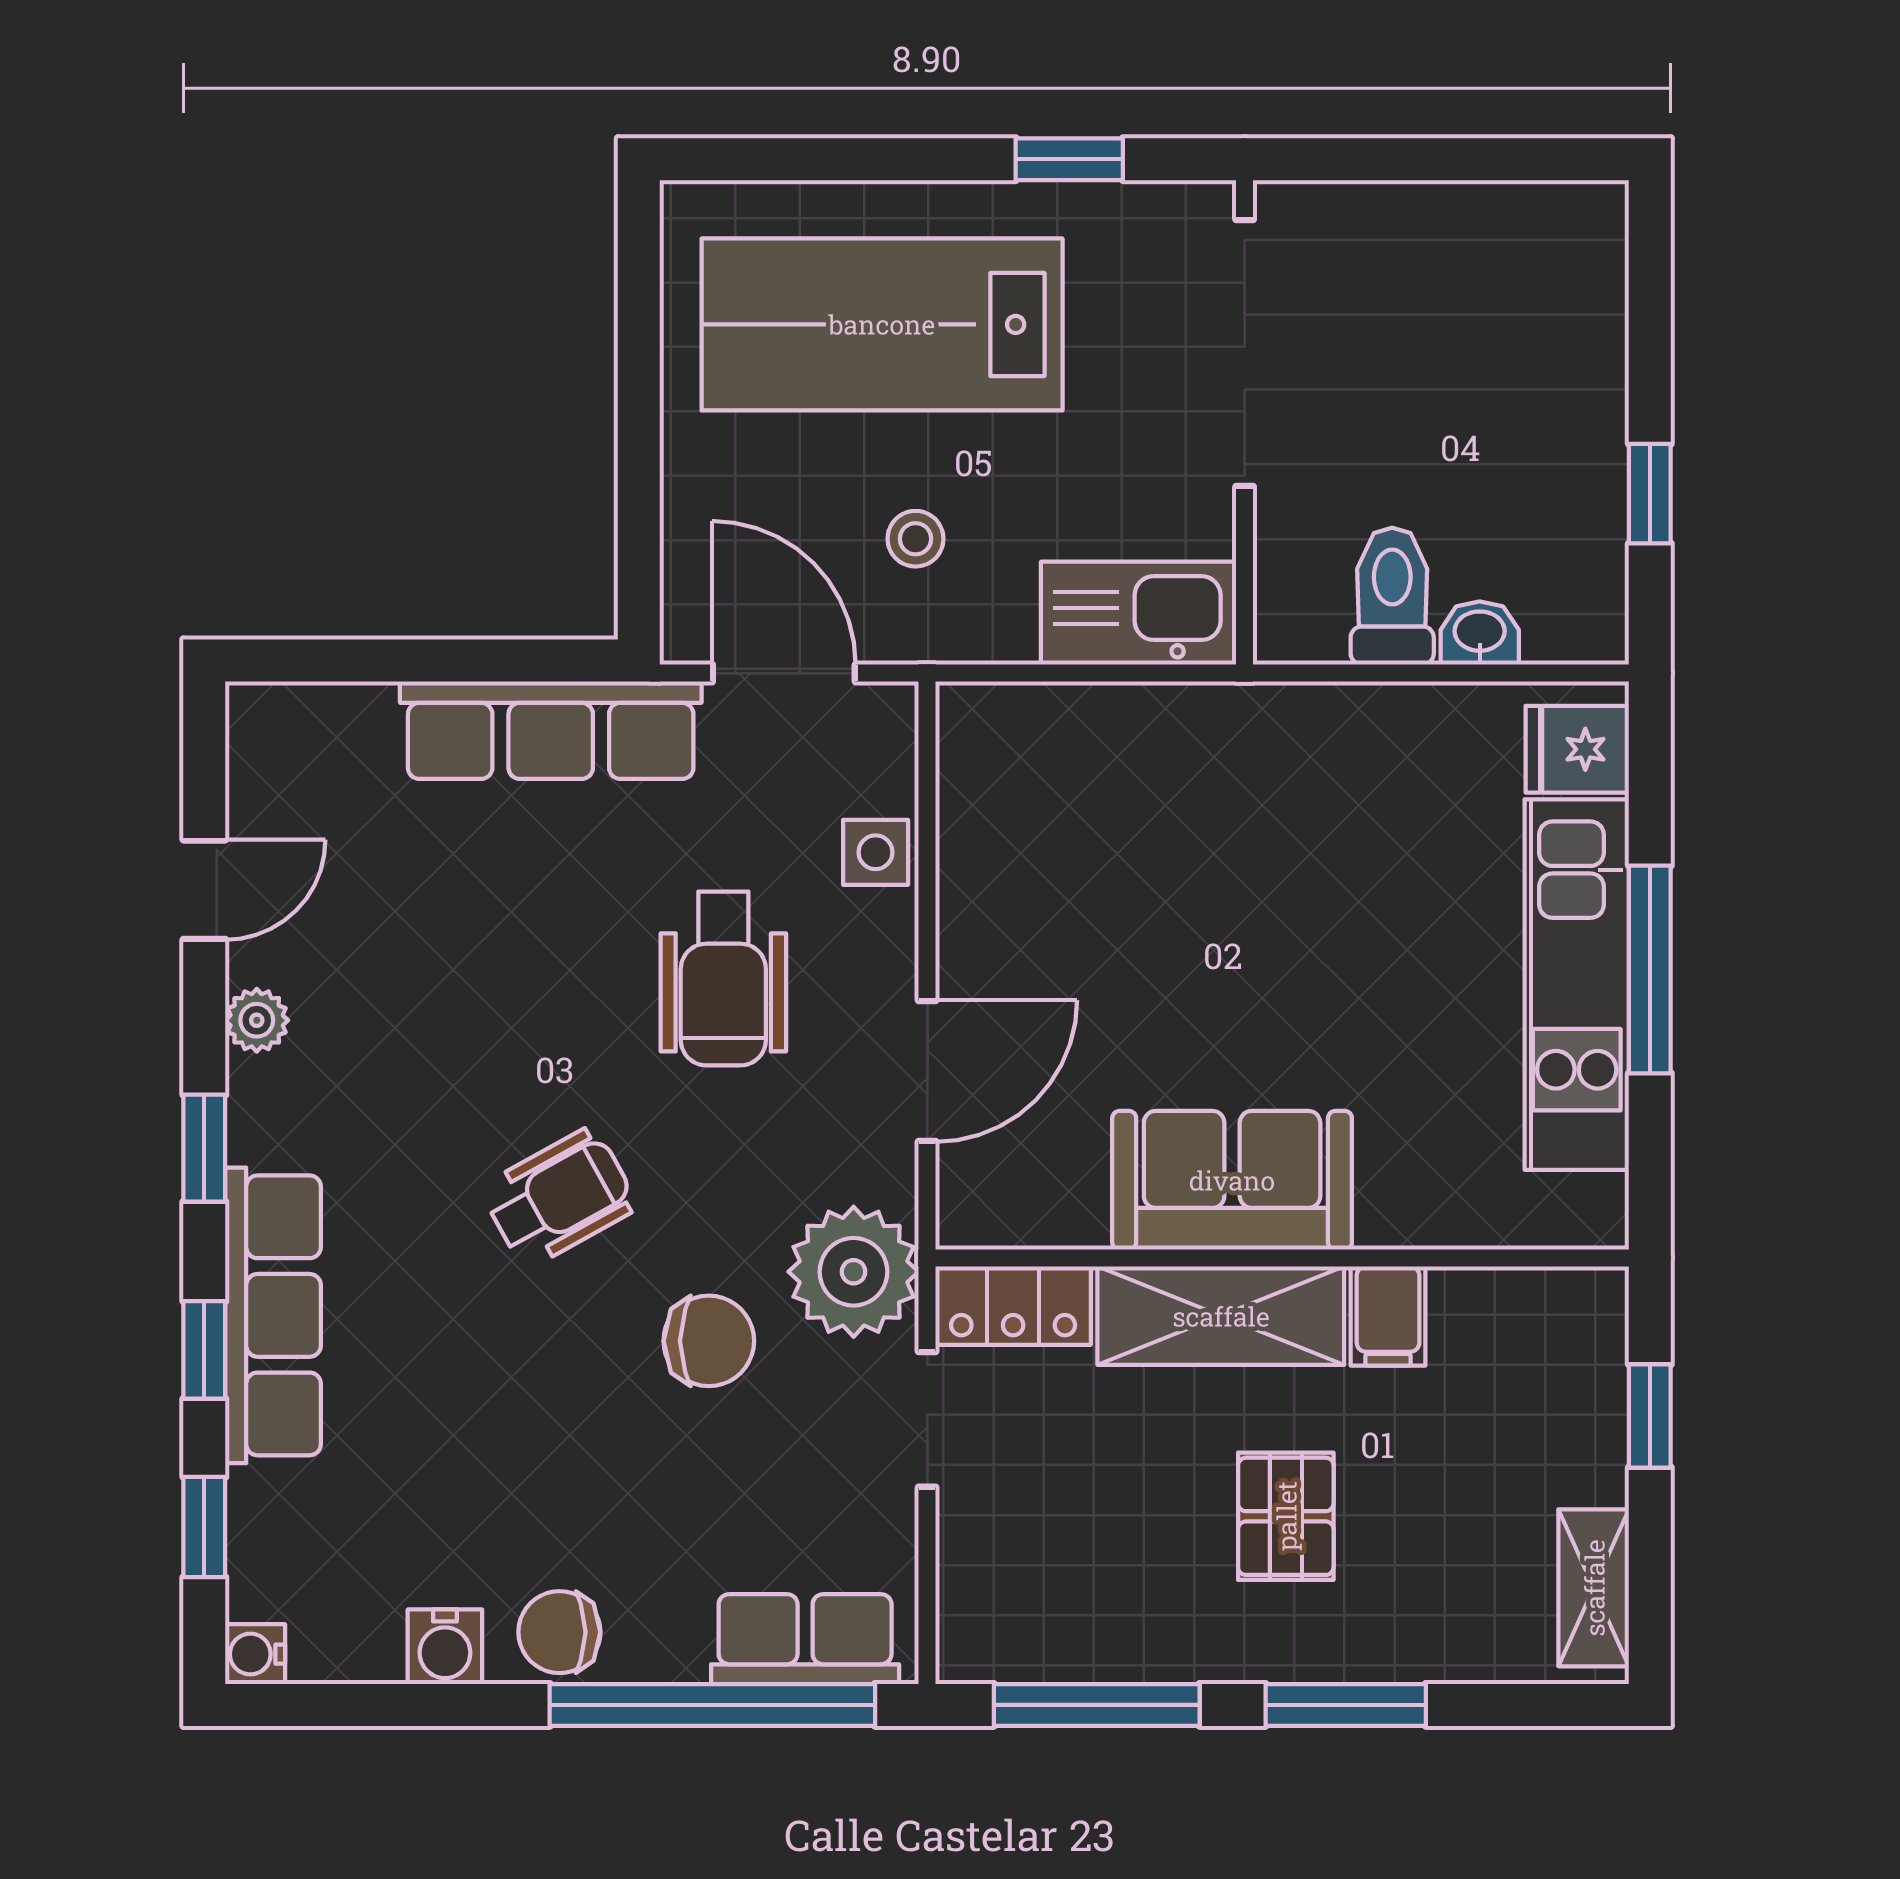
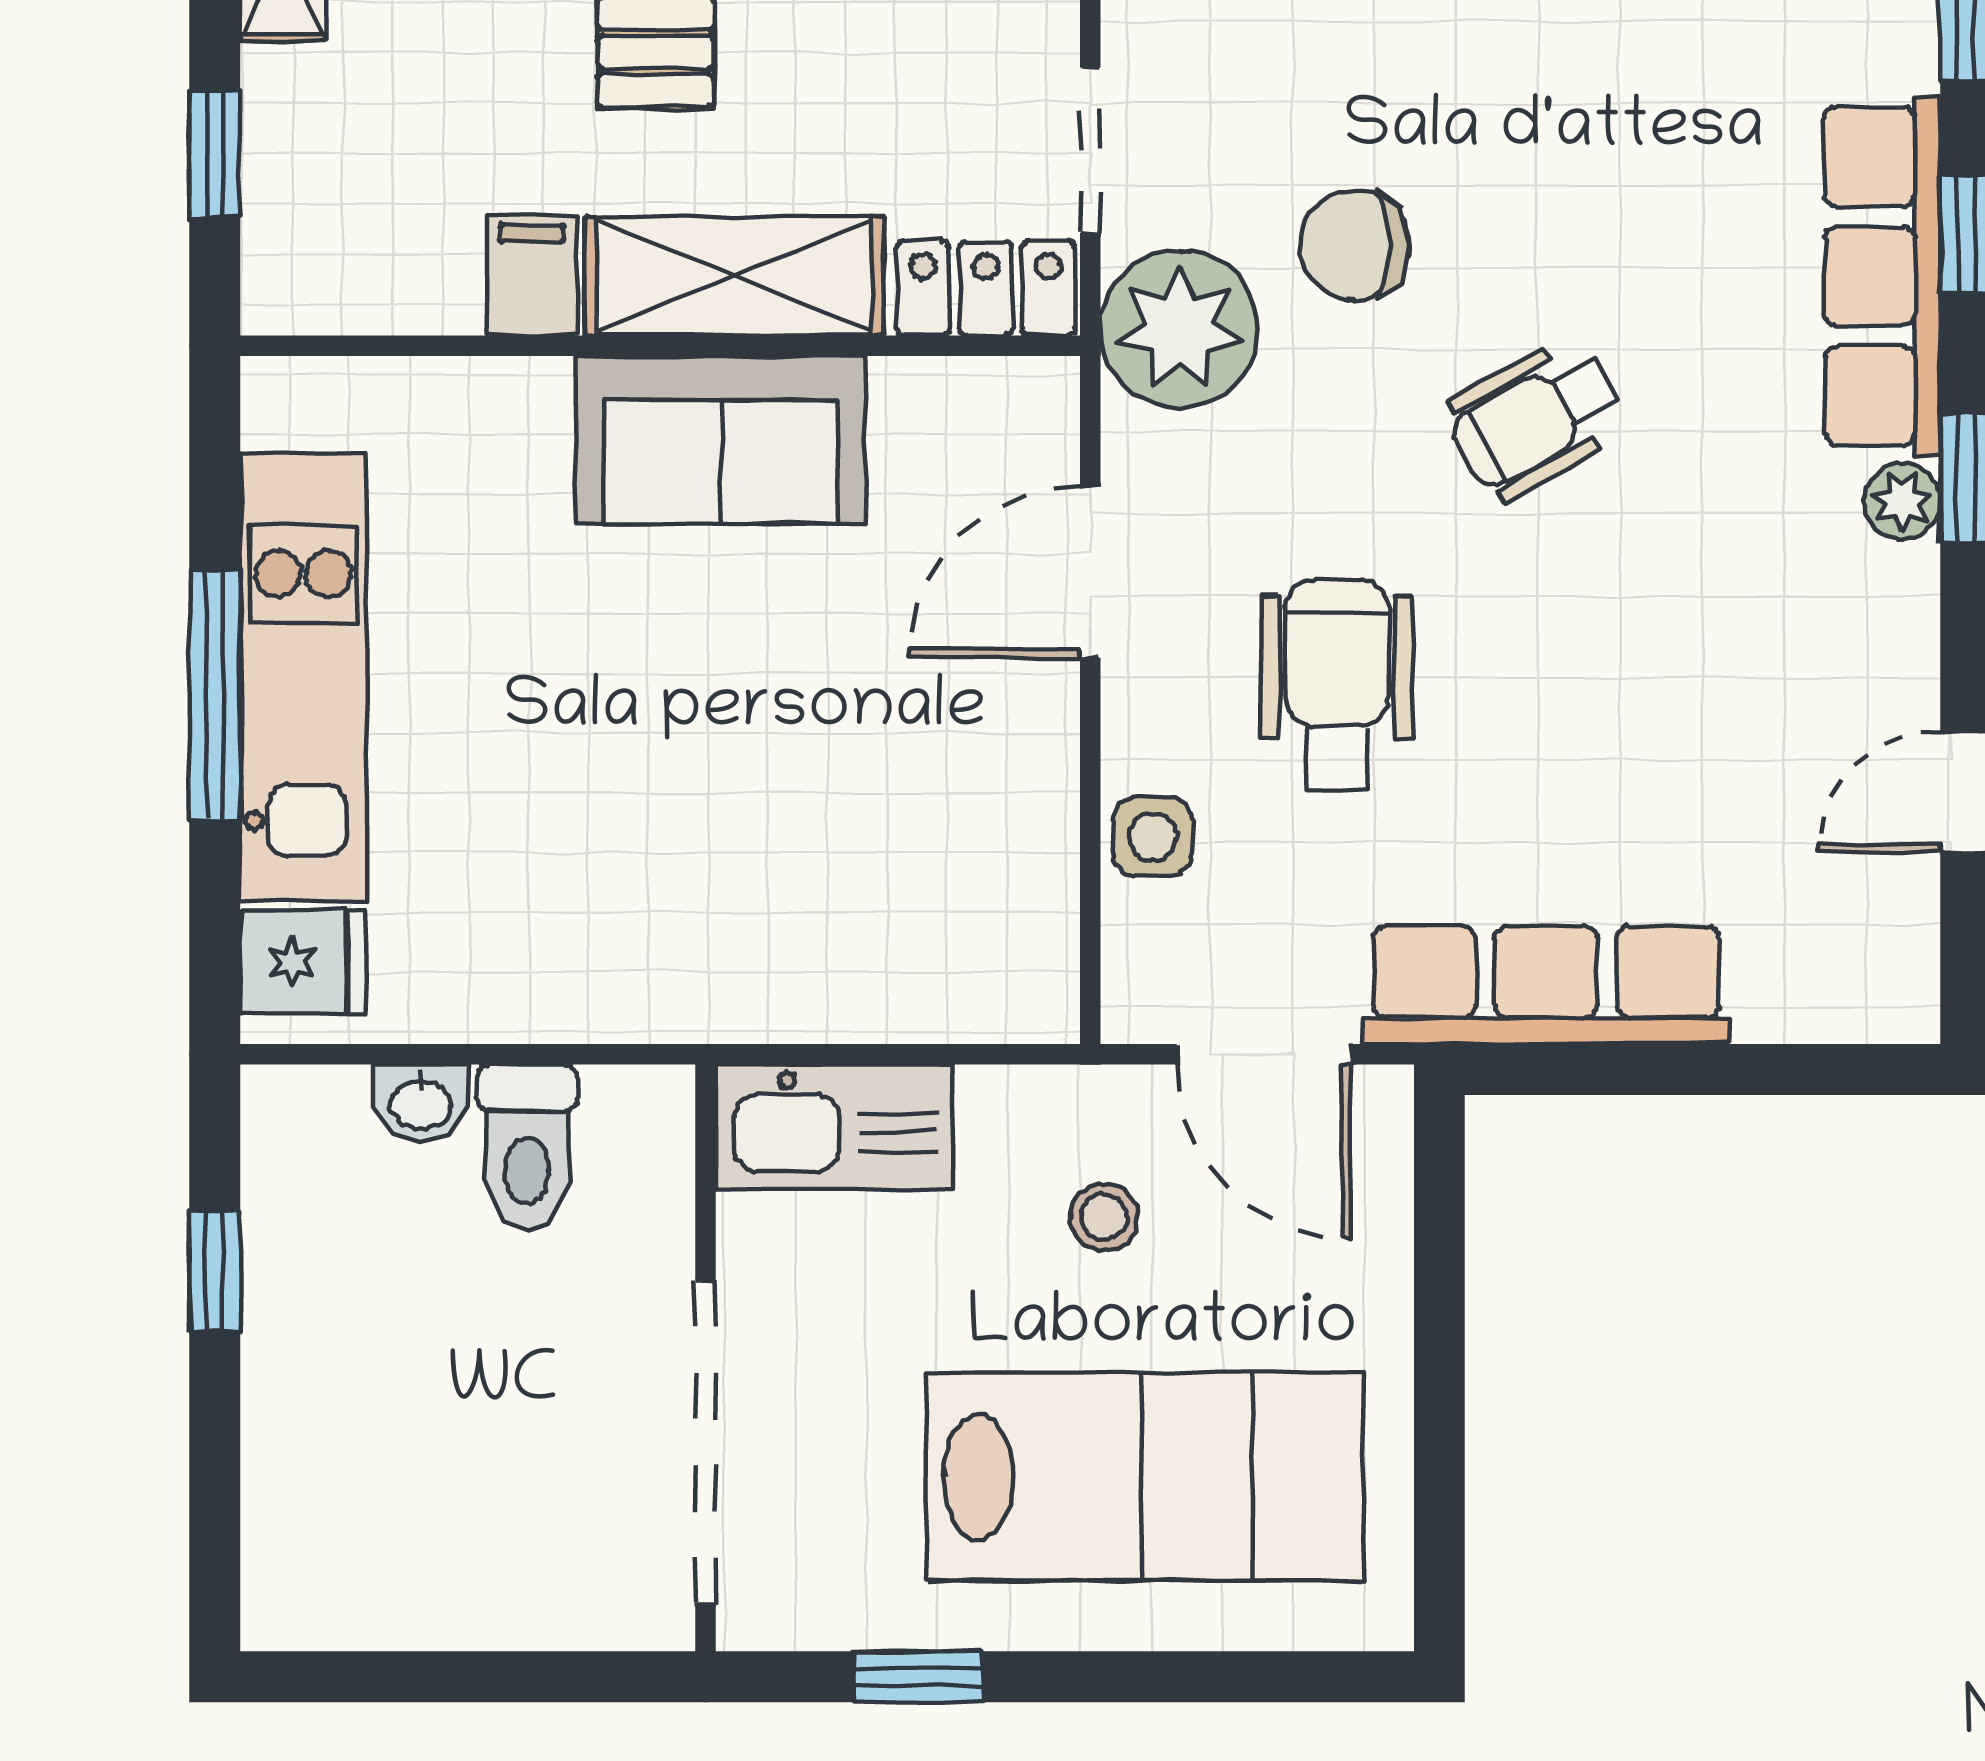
plant: (257, 1020) -> (1902, 501), moved

